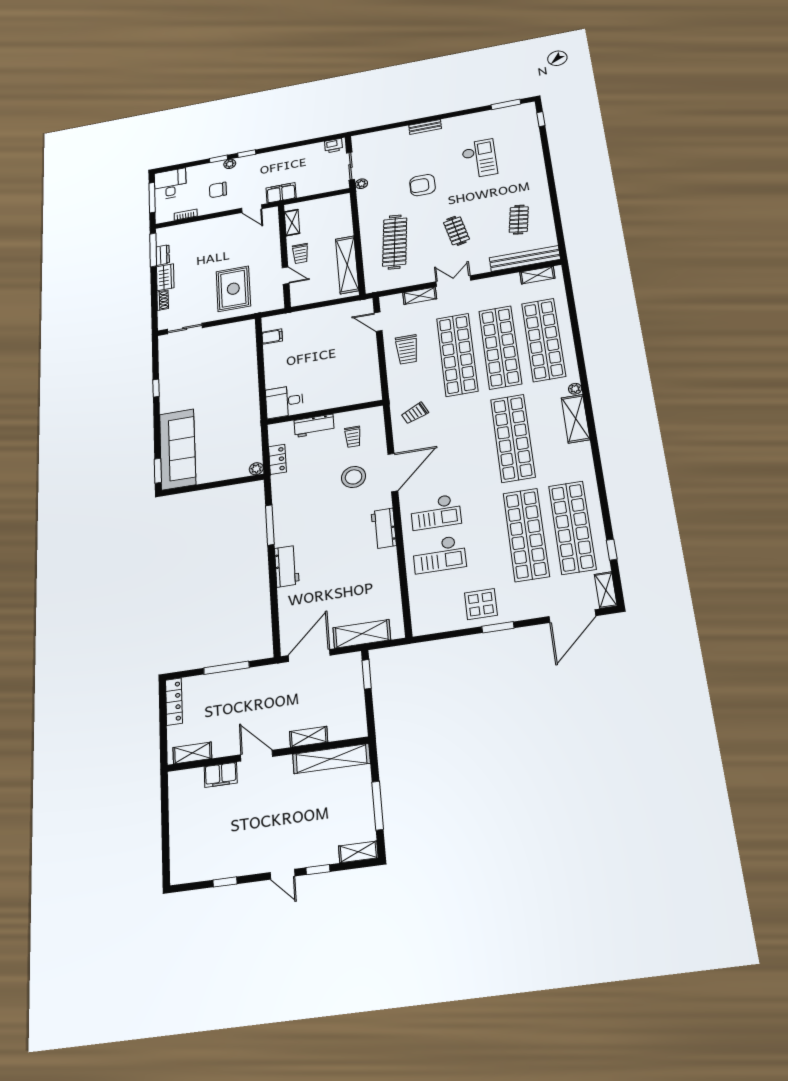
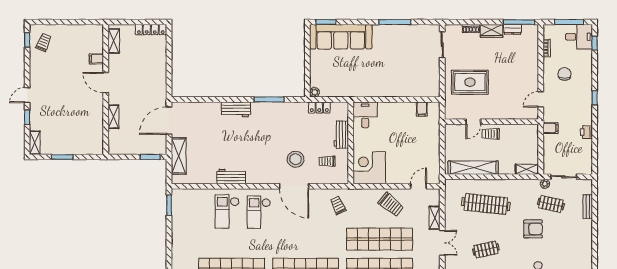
bench: (425, 127) -> (588, 207), moved
printer: (334, 146) -> (586, 132), moved
window: (218, 159) -> (595, 43), moved
plant: (230, 164) -> (588, 84), removed
clothes rail: (387, 172) -> (551, 204), added
armchair: (422, 185) -> (533, 229), turned 90
filing cabinet: (281, 193) -> (550, 128), width x0.50
shelving: (292, 223) -> (527, 169), moved
trolley: (407, 349) -> (391, 205), turned -141
corner desk: (358, 384) -> (369, 168), added
window: (156, 388) -> (395, 22), width x2.17
workbench: (384, 528) -> (231, 176), moved
display table: (481, 604) -> (187, 235), removed
window: (498, 627) -> (169, 205), moved
door: (309, 655) -> (169, 121), swing flipped
window: (226, 668) -> (169, 65), removed
door: (257, 756) -> (106, 83), swing flipped
shelving: (331, 759) -> (97, 130), removed
filing cabinet: (221, 775) -> (96, 59), width x0.50
window: (378, 806) -> (62, 157), width x0.69
trolley: (198, 859) -> (44, 42), added
window: (225, 882) -> (27, 40), moved

